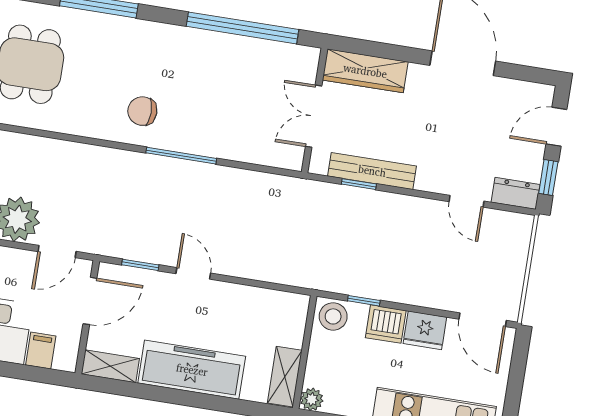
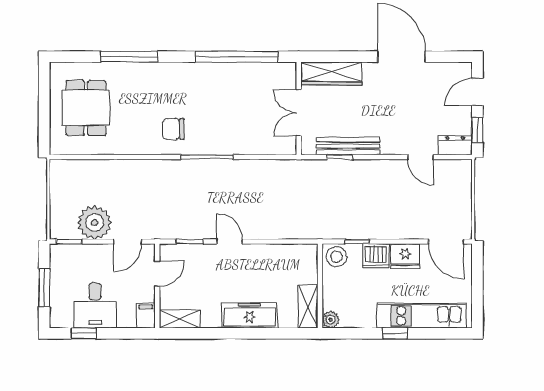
door: (90, 301) -> (157, 274), width x0.73
filing cabinet: (41, 351) -> (146, 316), moved
freezer: (192, 370) -> (250, 315), width x0.73, depth x0.79

